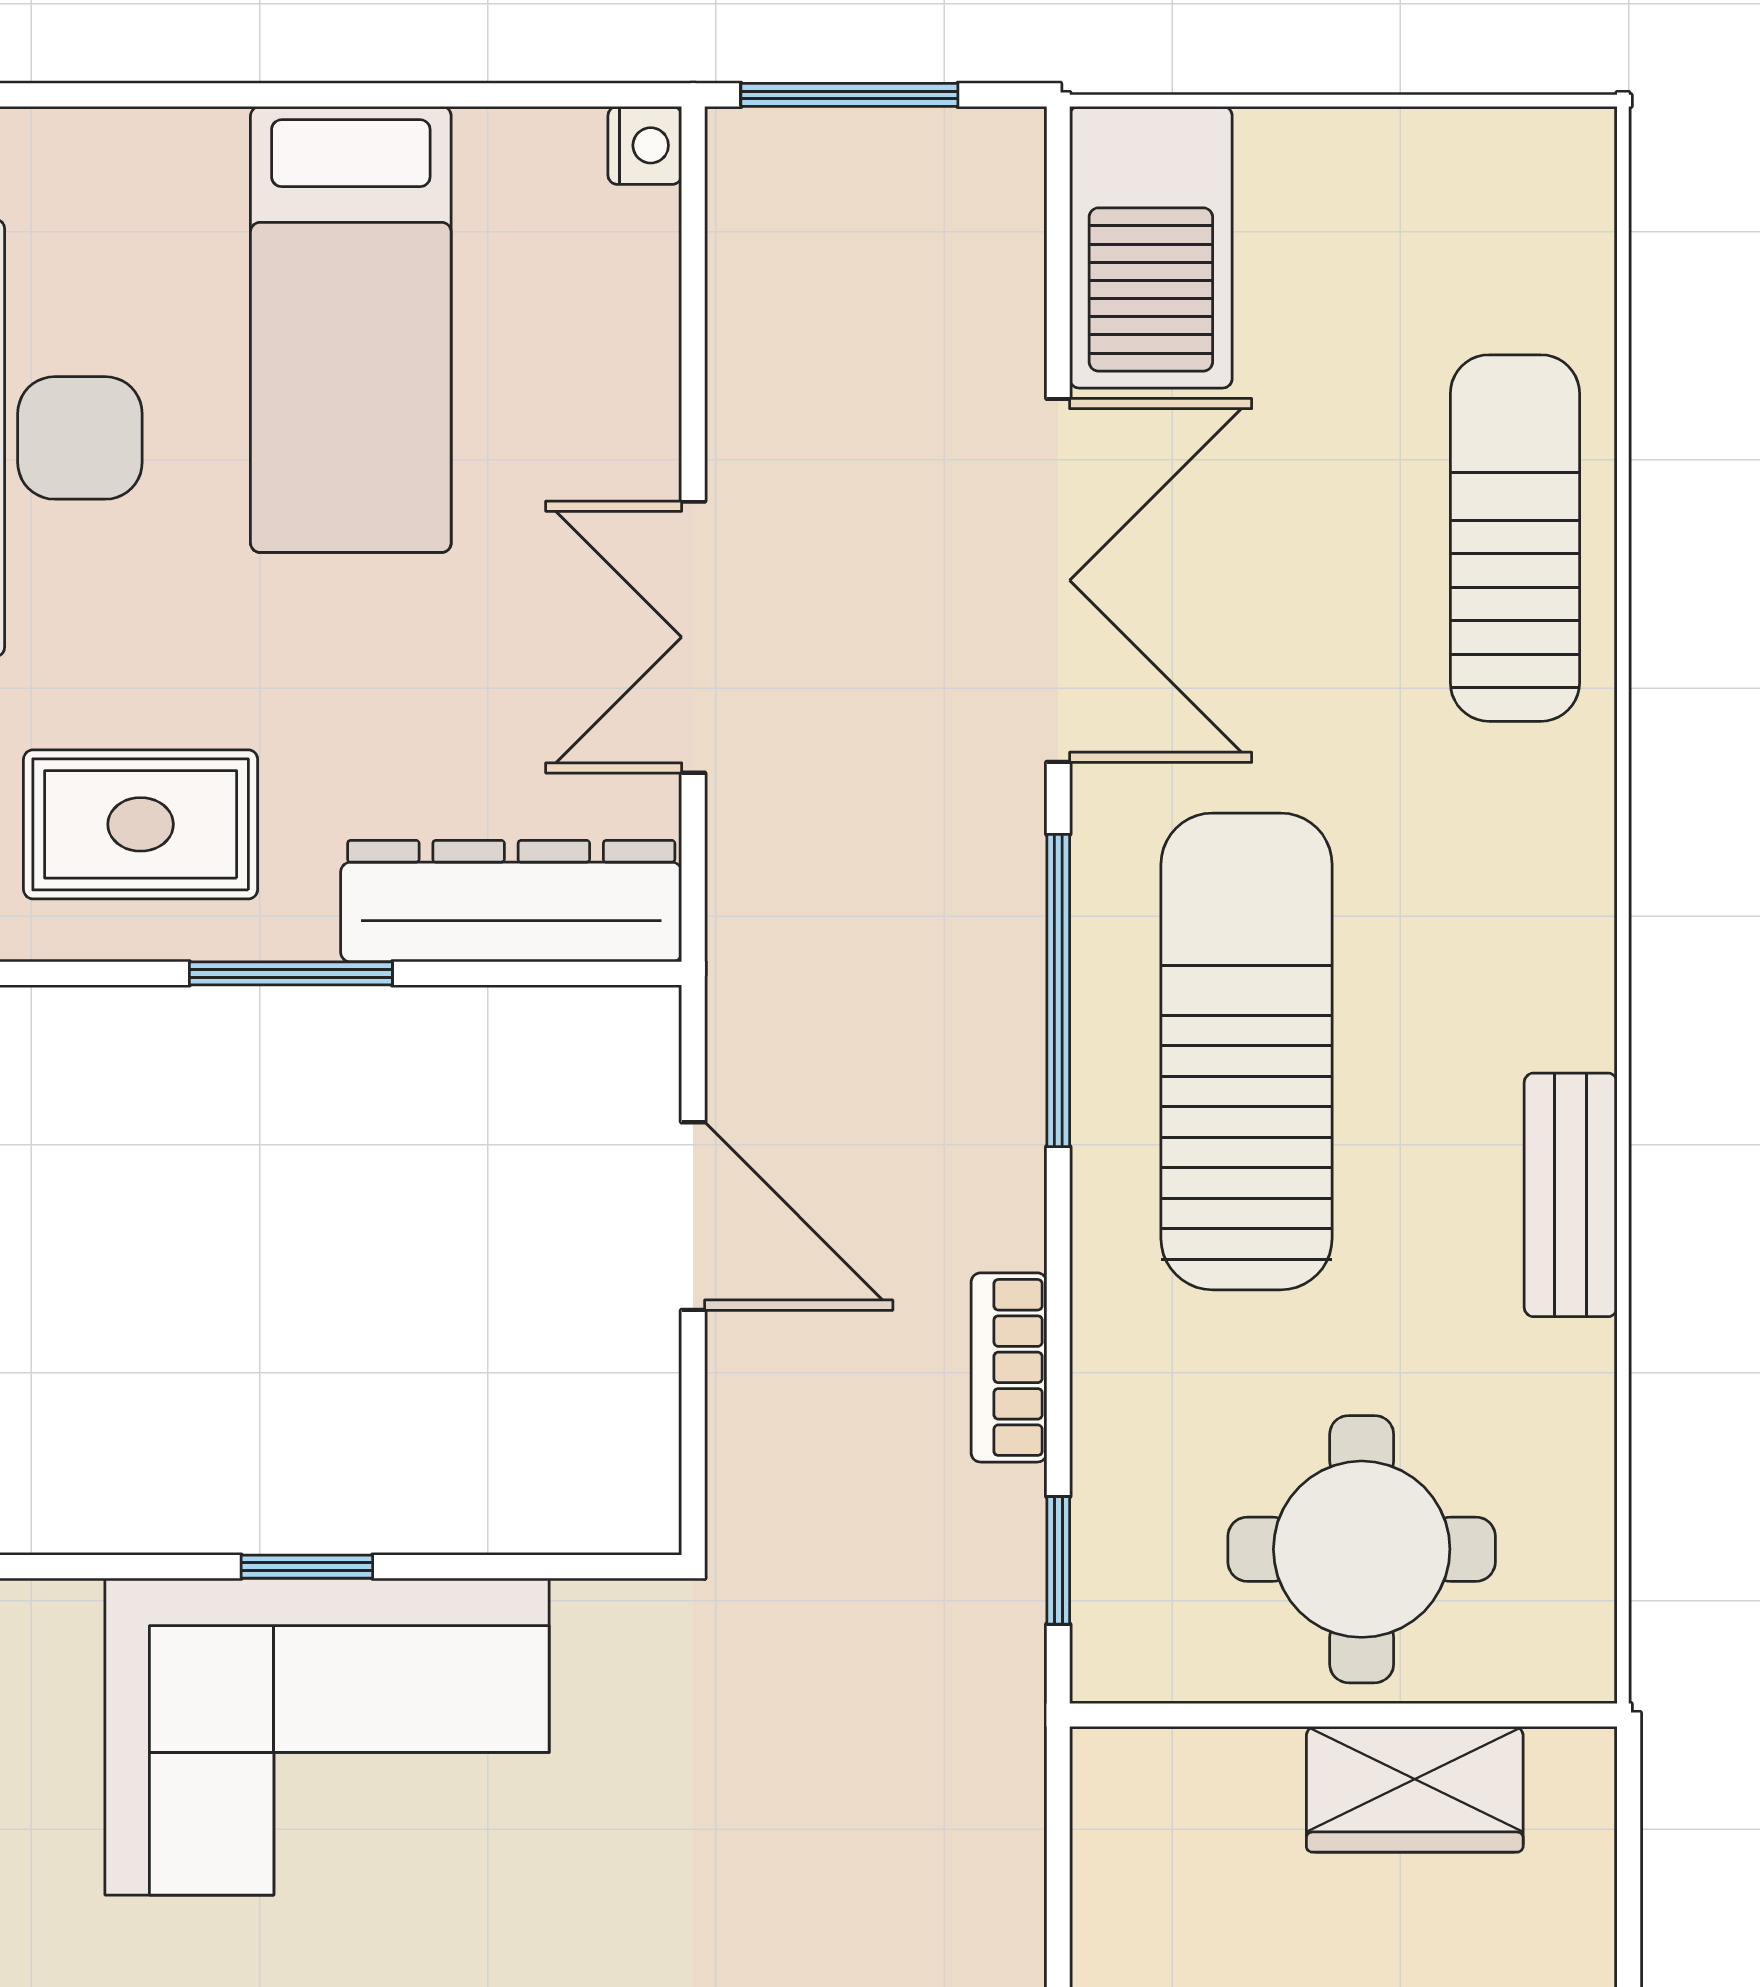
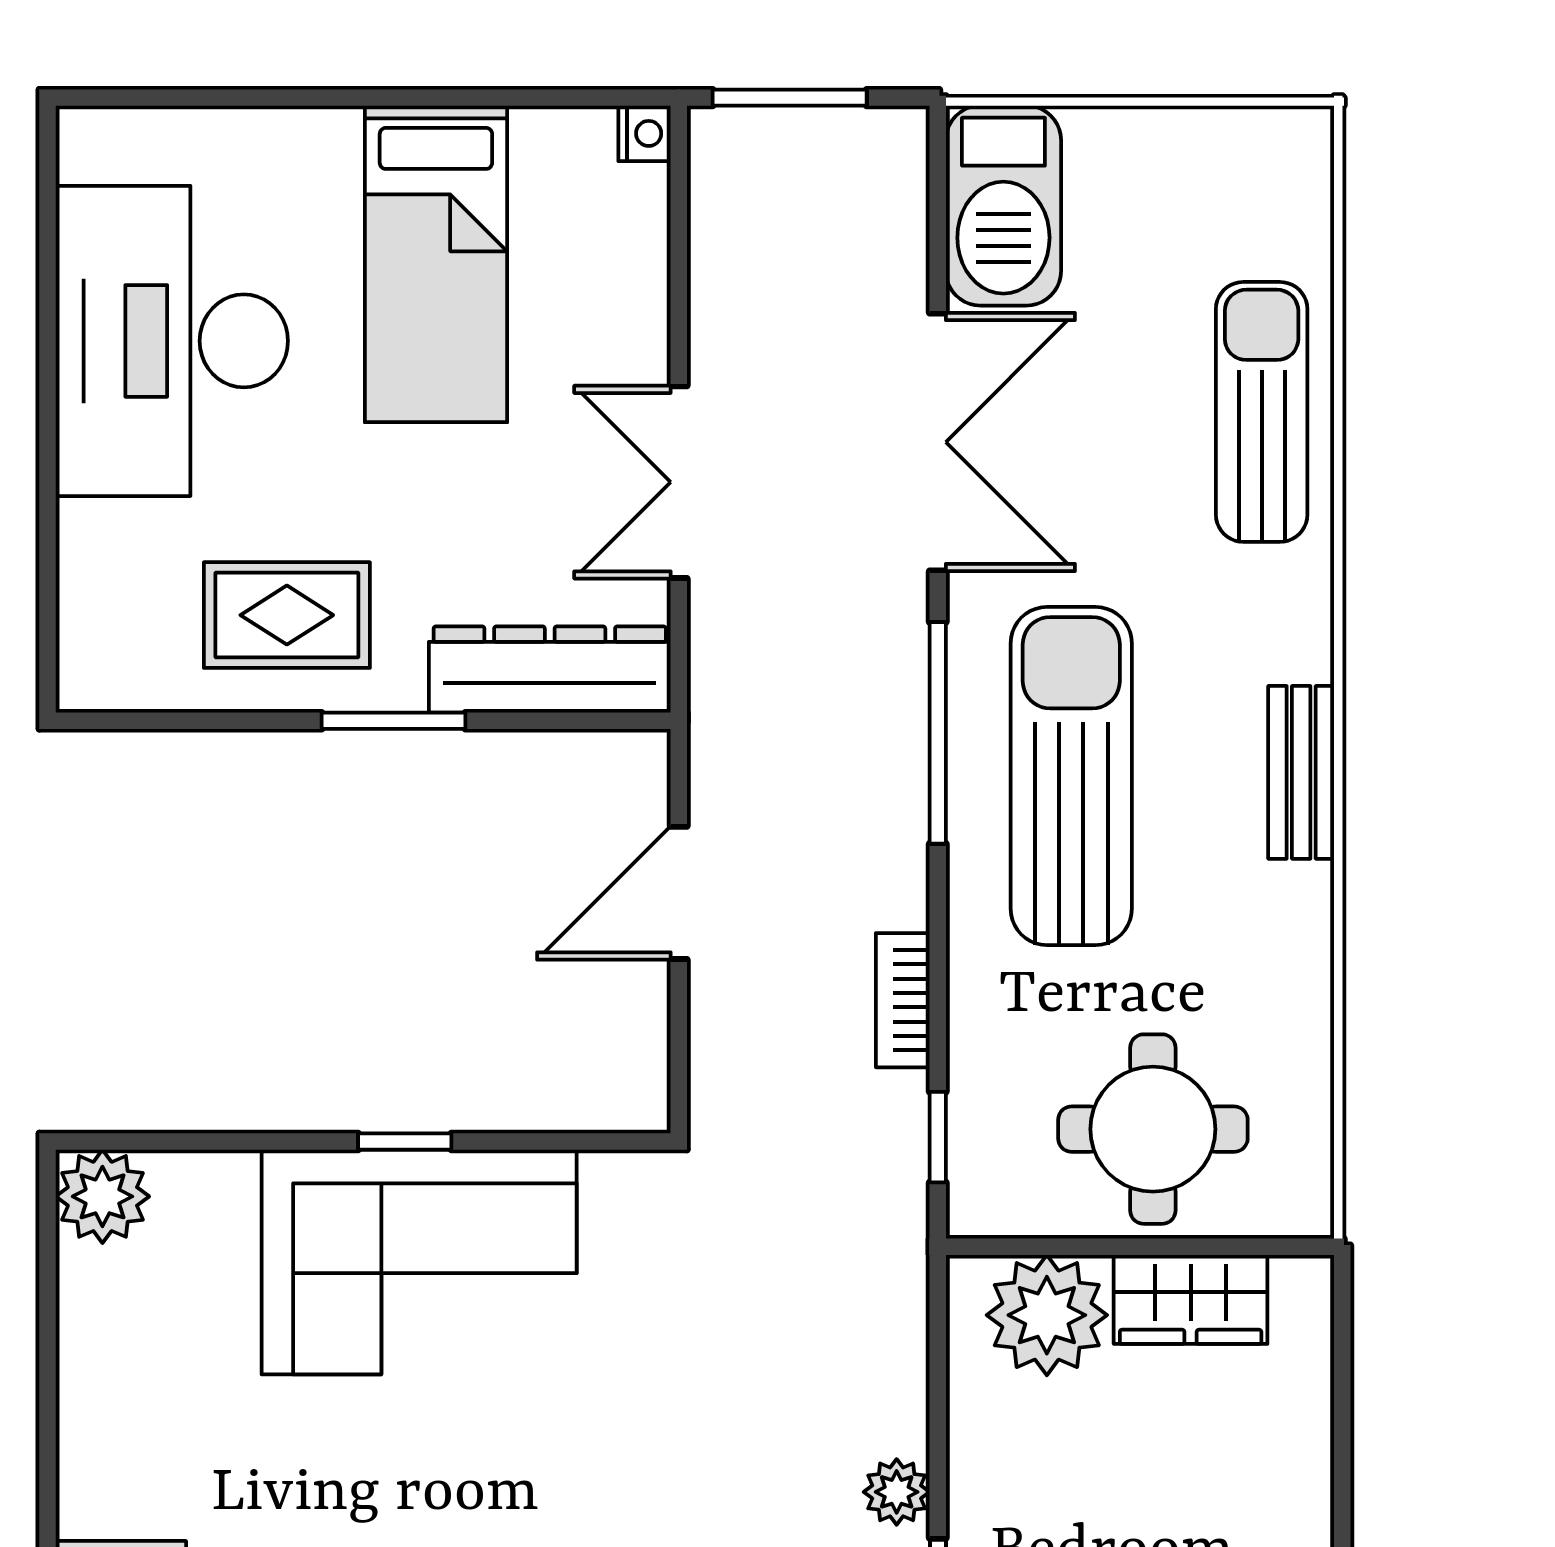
bench: (1571, 1195) -> (1301, 772), moved
door: (693, 1216) -> (679, 893), swing flipped
plant: (1212, 1811) -> (1047, 1315), added

